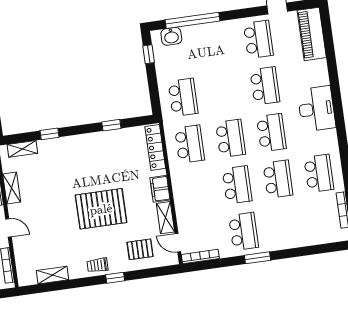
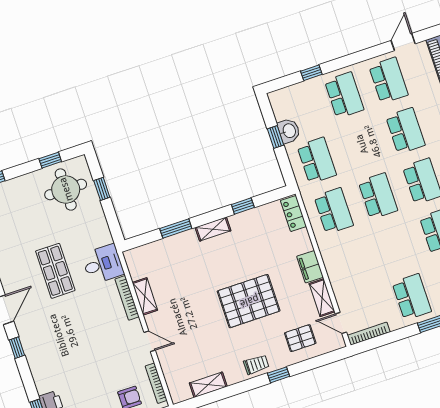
window: (193, 20) -> (311, 73), width x0.32
washbasin: (171, 36) -> (289, 131), moved, turned -90
window: (149, 54) -> (276, 137), moved
window: (49, 134) -> (176, 228), width x1.50
locker: (155, 147) -> (293, 214), width x0.66
shelving: (22, 149) -> (213, 229), moved
school desk: (237, 185) -> (344, 95), moved
trolley: (98, 265) -> (256, 364), turned 180

